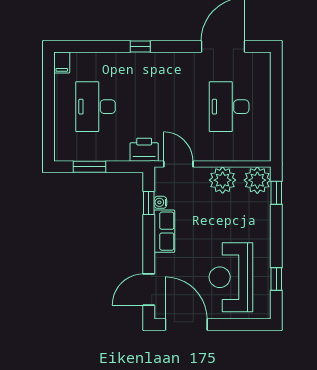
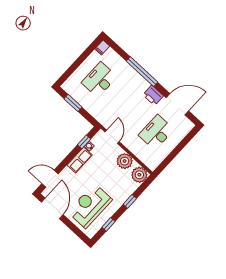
window: (140, 47) -> (142, 72), width x3.17
printer: (144, 150) -> (153, 95), moved, turned 180
window: (276, 193) -> (130, 201), moved

